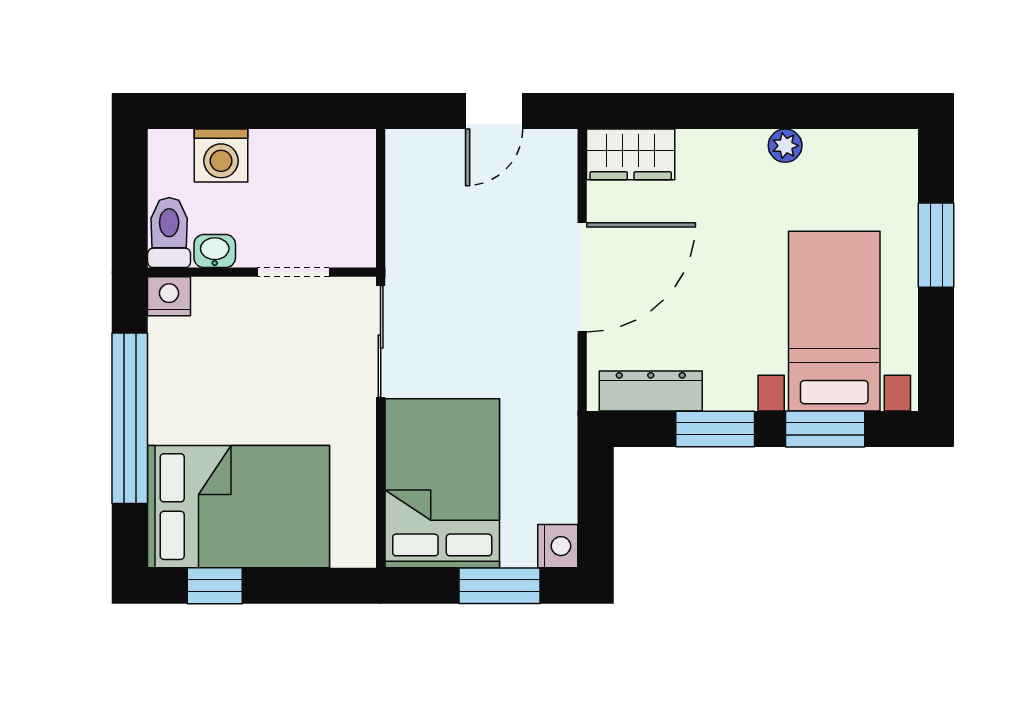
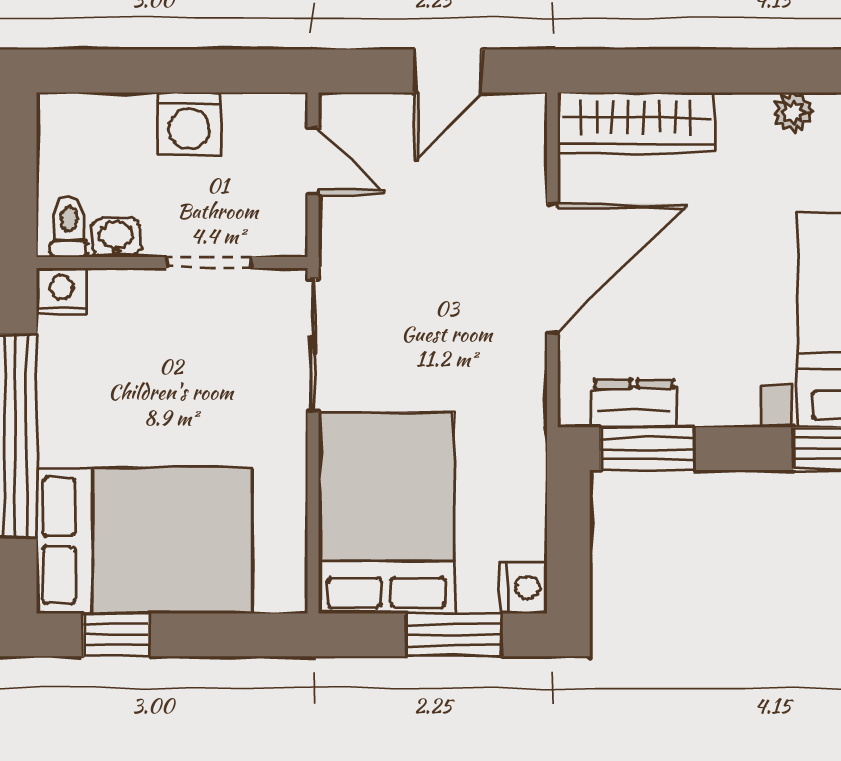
wardrobe: (631, 154) -> (636, 123), width x1.50
washing machine: (221, 156) -> (189, 124), moved
door: (381, 187) -> (313, 161), added
toilet: (169, 233) -> (69, 227), width x0.73, depth x0.72
dresser: (651, 391) -> (634, 403), width x0.70
window: (715, 429) -> (648, 449), moved

